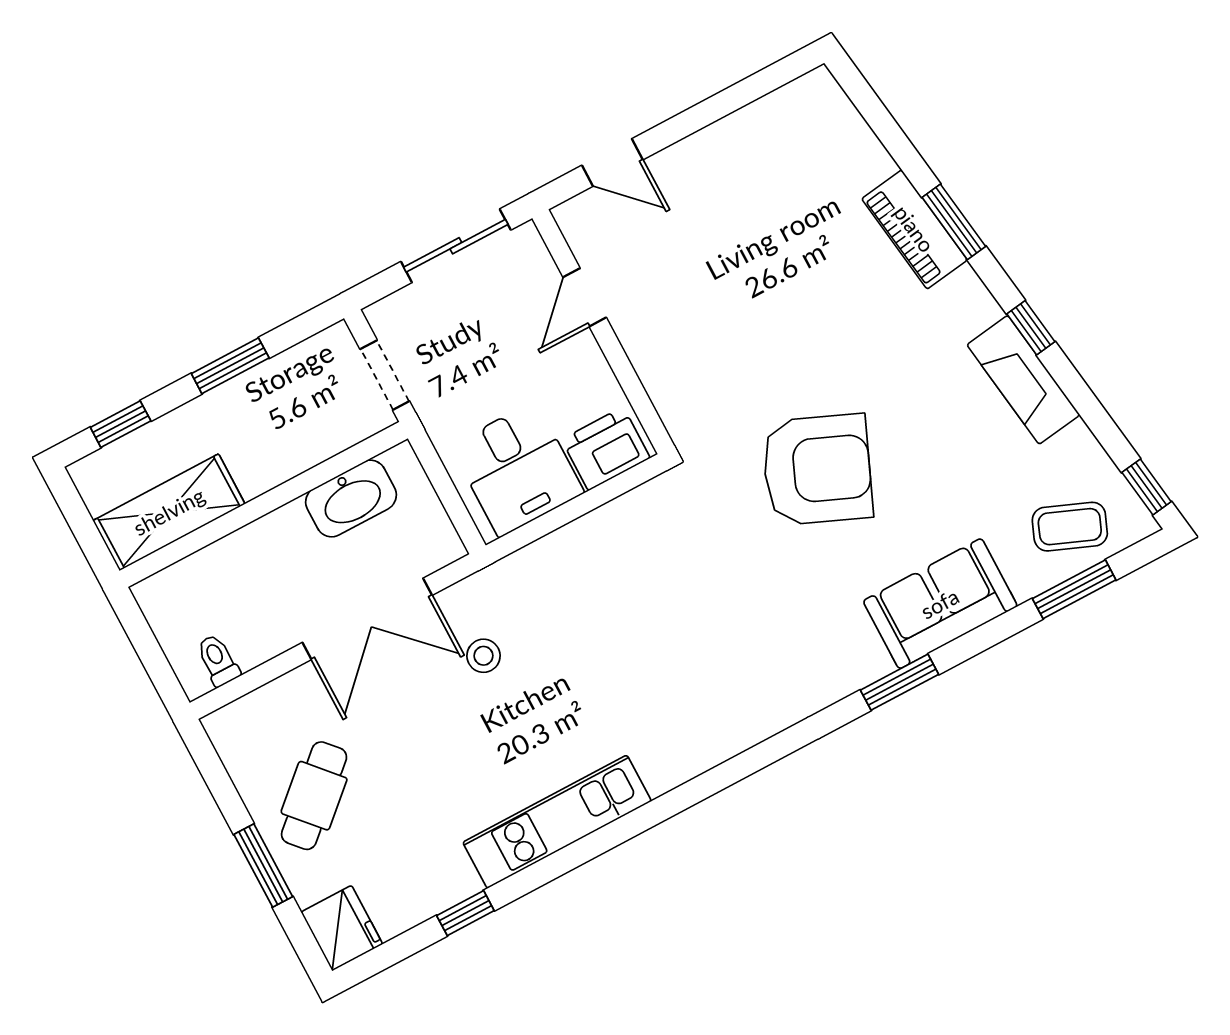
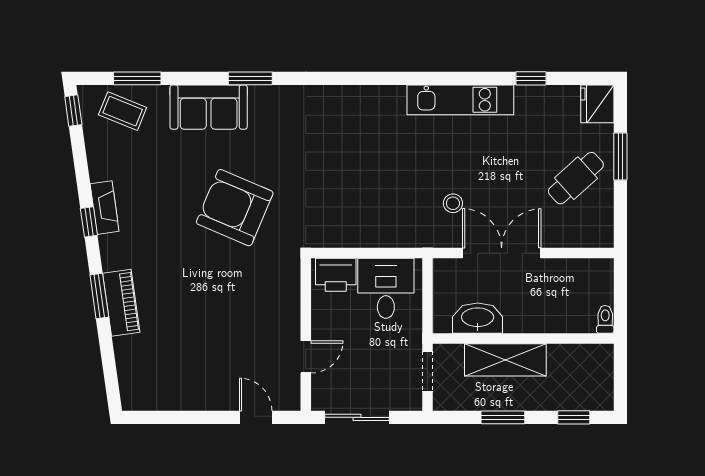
fireplace: (1023, 380) -> (105, 208), width x0.73, depth x0.76
shelving: (169, 512) -> (505, 360), moved
toilet: (218, 660) -> (605, 319), moved, turned 180

